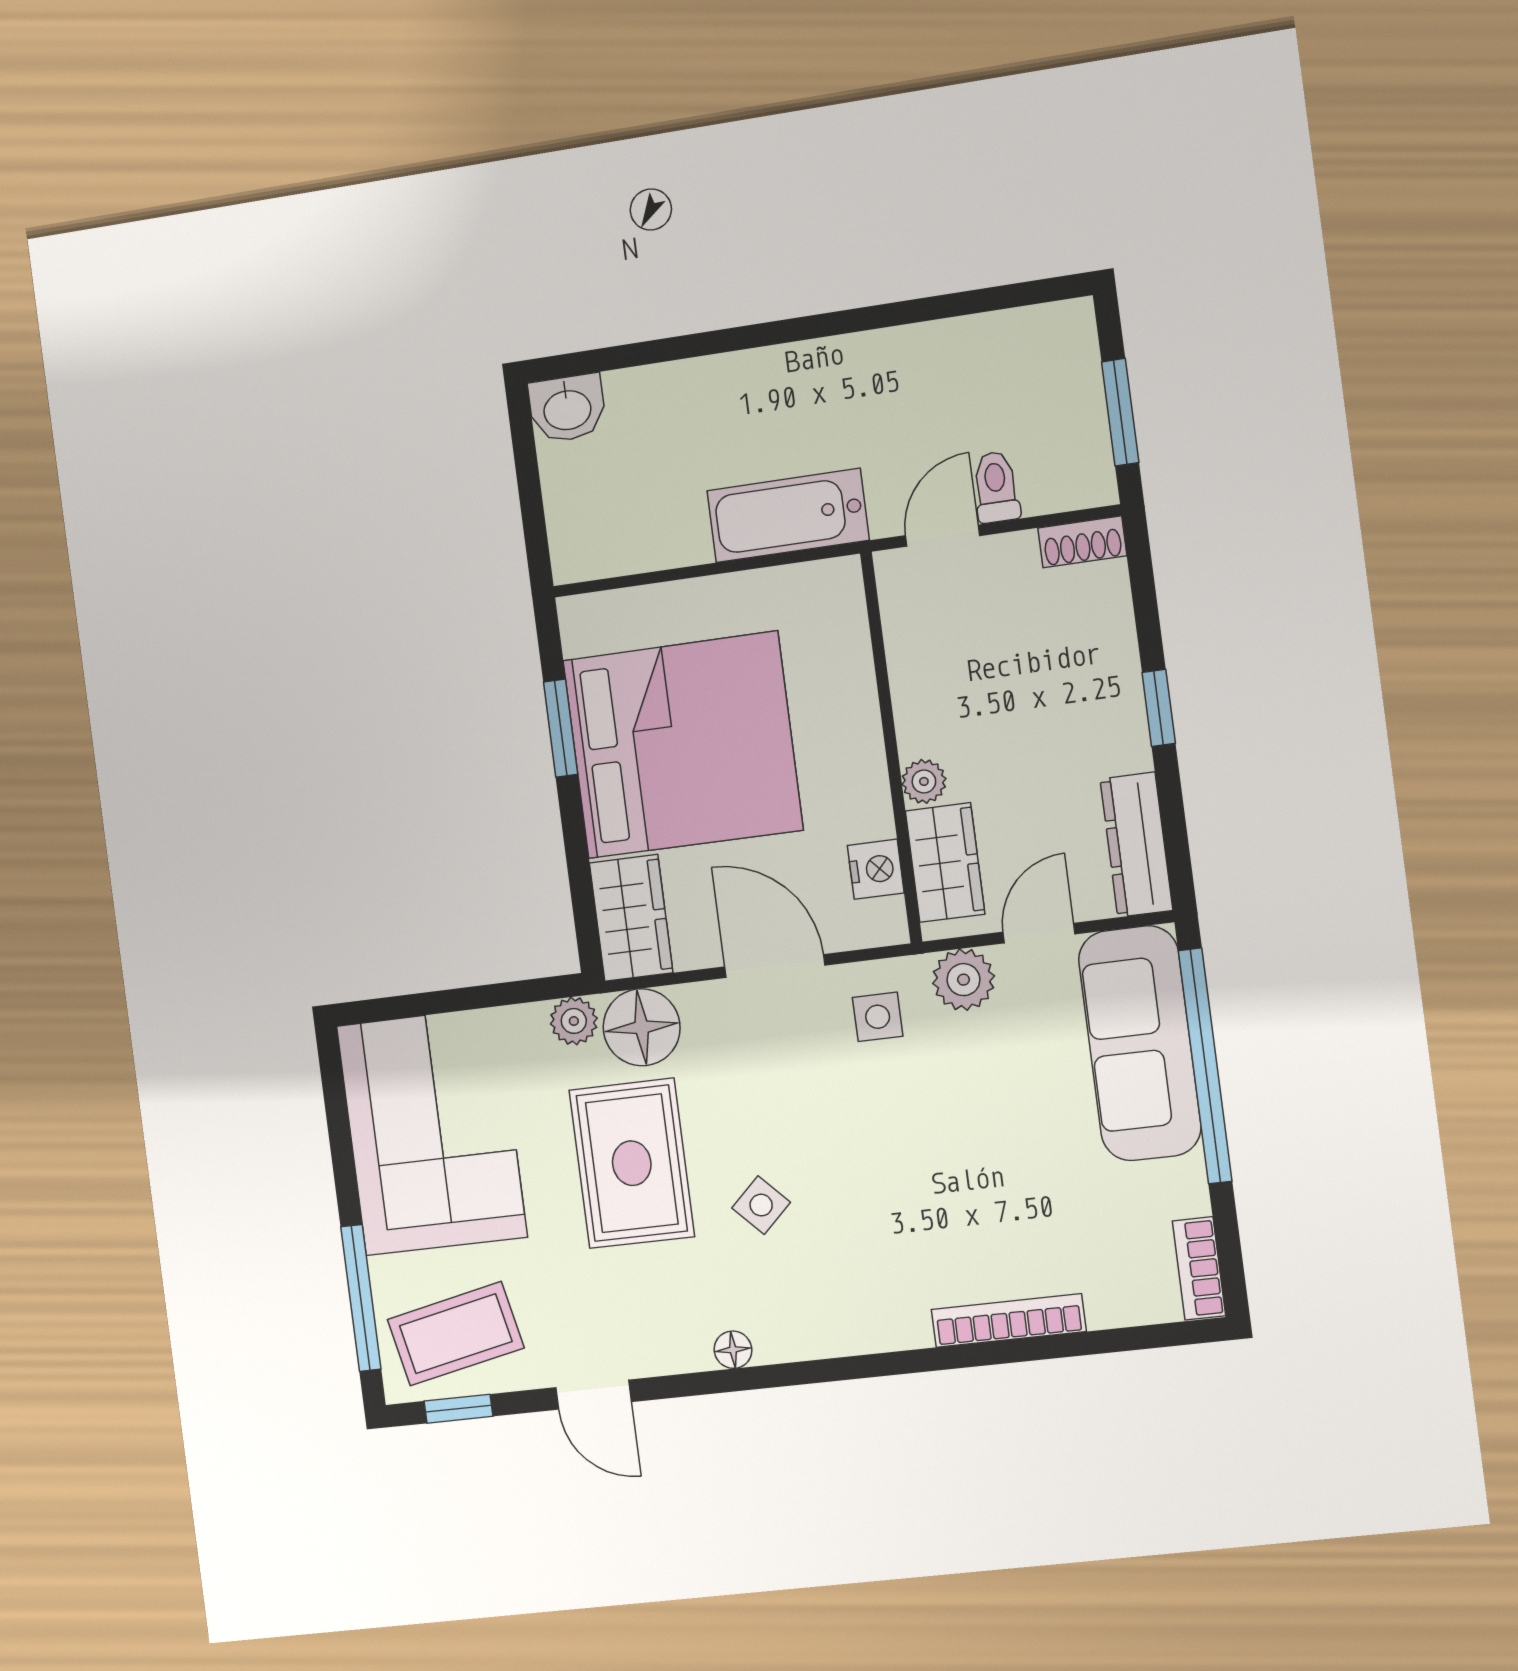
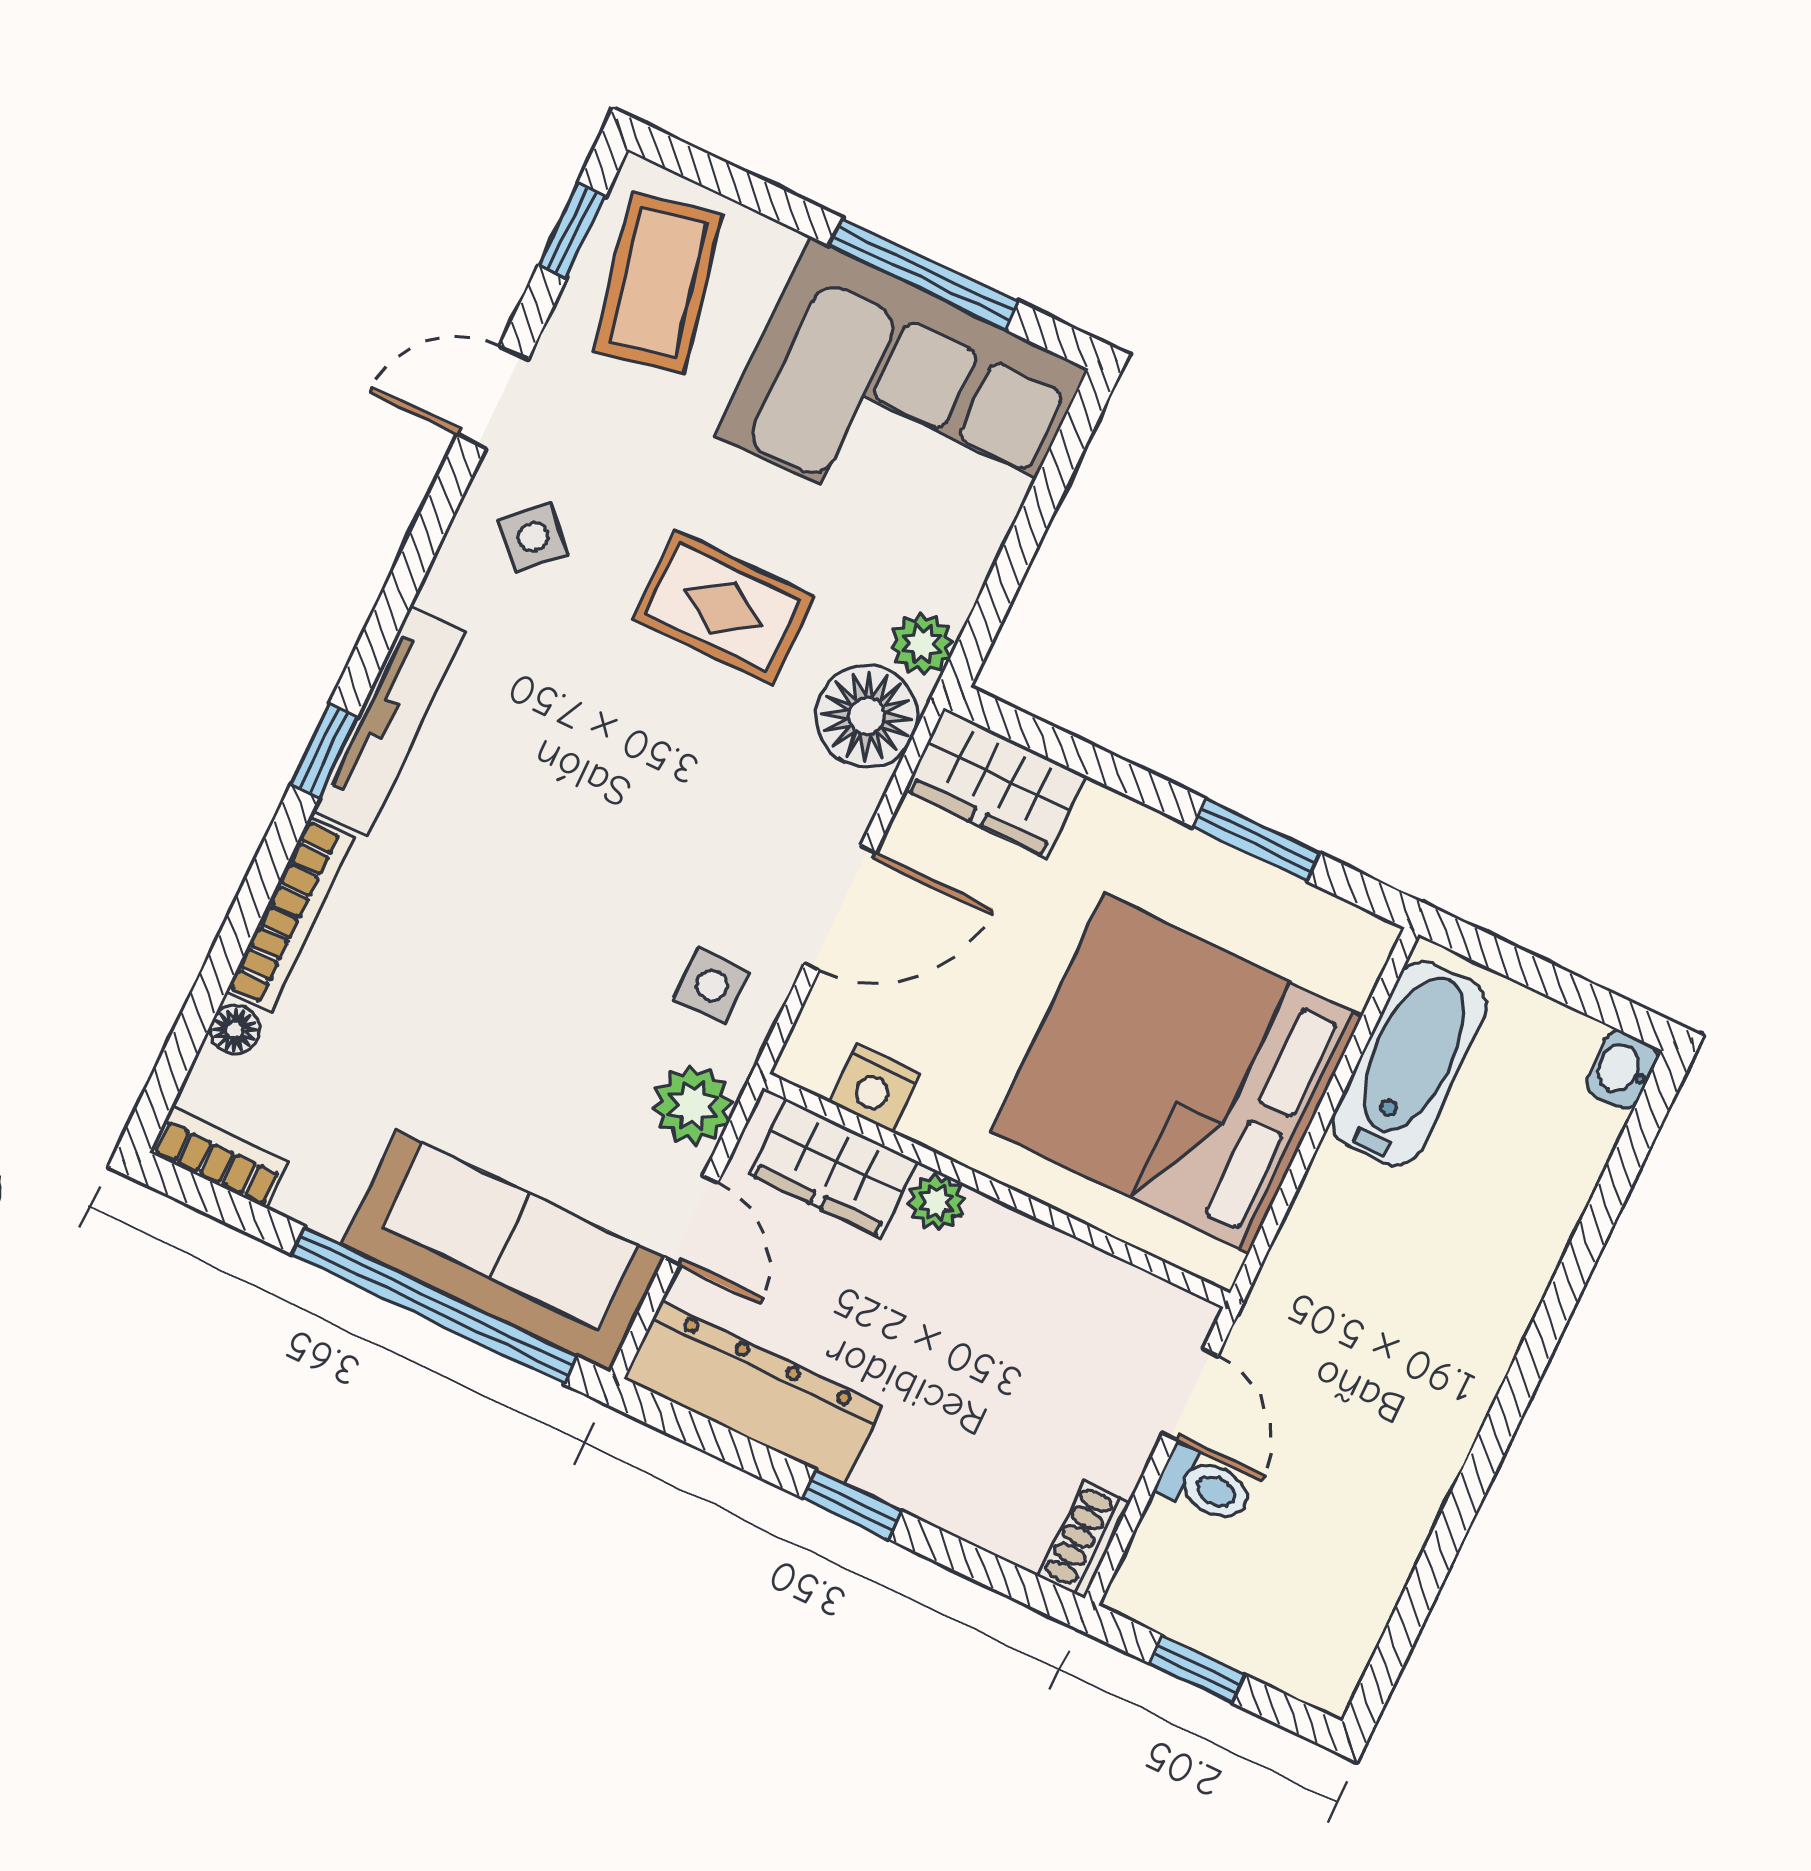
washbasin: (567, 408) -> (1622, 1070), width x0.72, depth x0.69
window: (1120, 412) -> (1197, 1669), width x0.67
bathtub: (788, 515) -> (1409, 1064), moved
bed: (683, 745) -> (1177, 1074), moved, turned 90
dresser: (1136, 845) -> (753, 1392), width x1.37, depth x1.24
rug: (632, 1163) -> (723, 607), width x0.73, depth x0.70
side table: (761, 1205) -> (533, 537), moved
window: (361, 1298) -> (924, 274), moved
tv unit: (842, 1334) -> (389, 721), added
floor lamp: (733, 1350) -> (235, 1030), moved
window: (888, 1364) -> (324, 750), added

